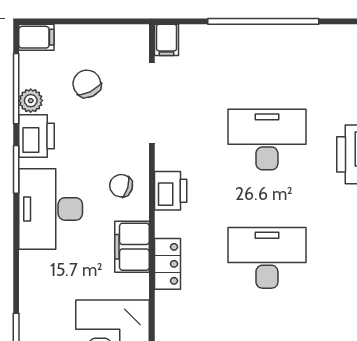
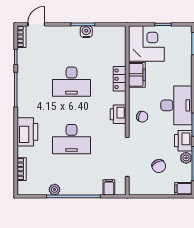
plant: (302, 36) -> (55, 189), added
filing cabinet: (167, 40) -> (109, 187), moved
filing cabinet: (132, 247) -> (137, 75), moved

